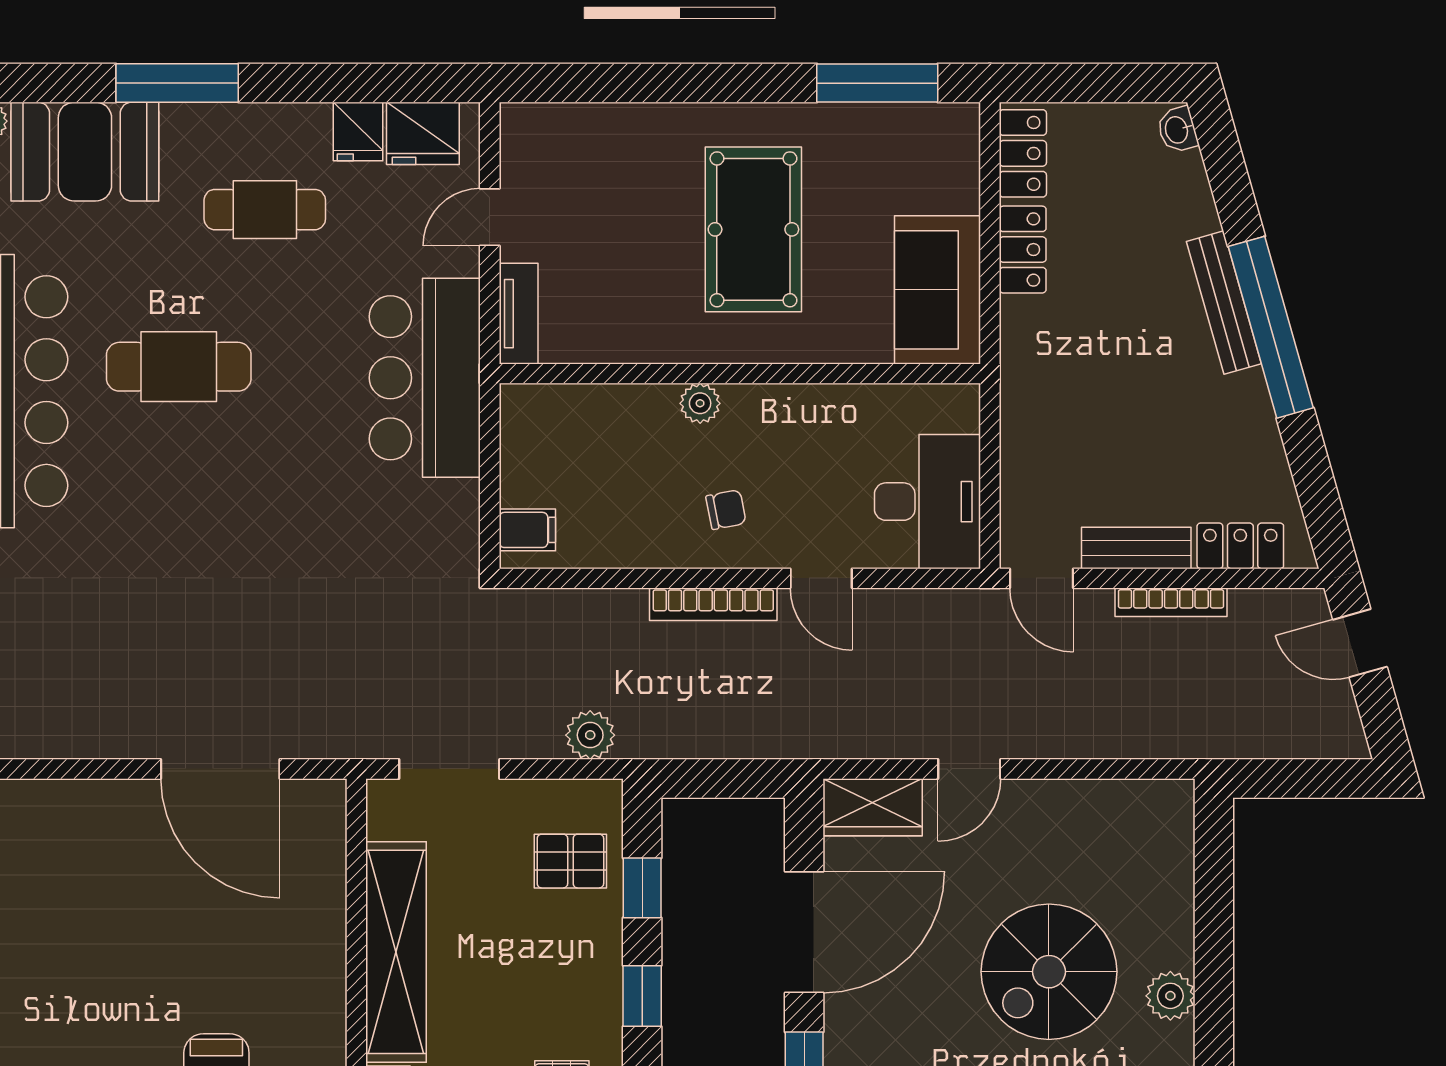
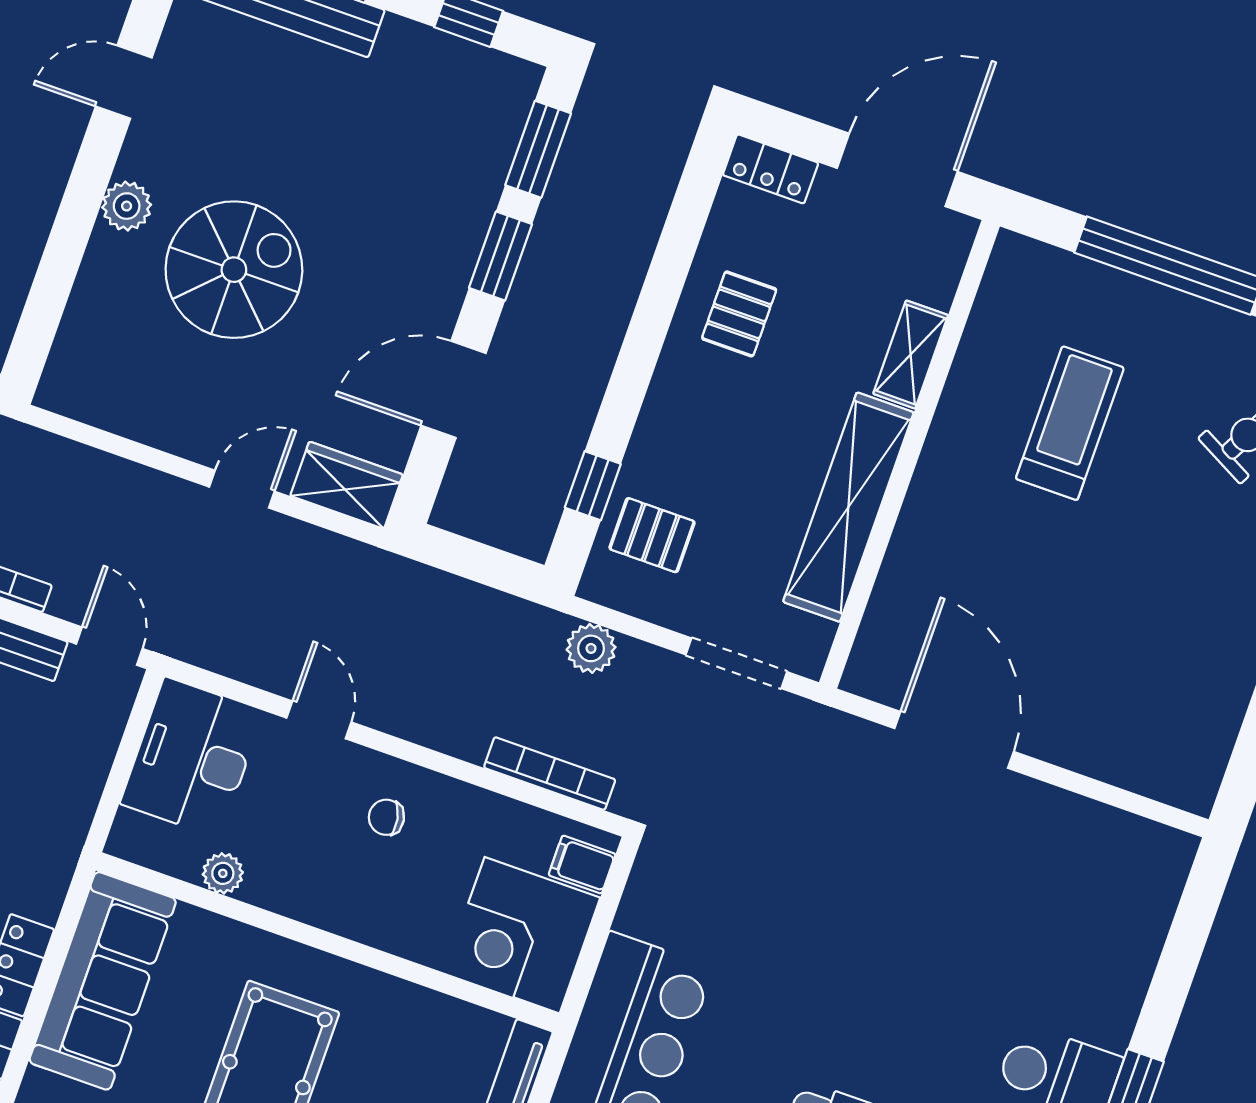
sofa: (938, 290) -> (103, 981), width x1.36
plant: (700, 403) -> (223, 873), moved
corner desk: (560, 444) -> (522, 935), added
bookcase: (713, 604) -> (550, 774), moved
door: (804, 932) -> (454, 389), width x0.73
window: (642, 996) -> (629, 383), removed

